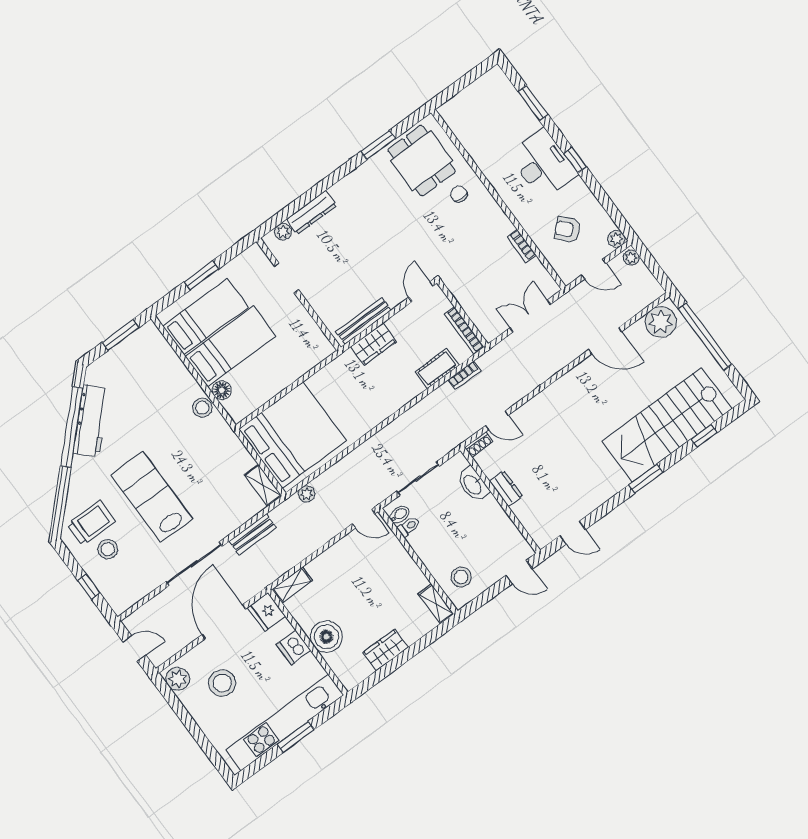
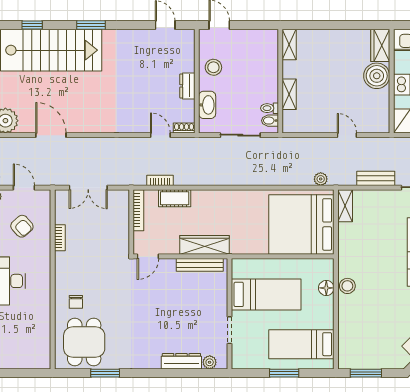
wardrobe: (373, 344) -> (204, 245), width x1.50
bed: (230, 346) -> (266, 294), moved, turned 180
door: (364, 519) -> (347, 135), moved
stool: (461, 577) -> (213, 67), moved
shelving: (292, 585) -> (289, 94), moved, turned 90
wardrobe: (385, 650) -> (380, 45), moved, turned 90

